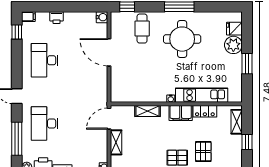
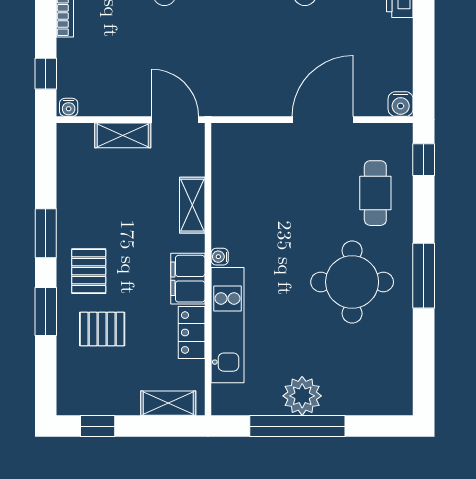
cafe table: (142, 29) -> (375, 193), turned 90
fridge: (234, 29) -> (375, 398), removed
plant: (233, 45) -> (302, 396), moved
window: (247, 64) -> (297, 426), width x2.11
window: (247, 142) -> (98, 426), moved

